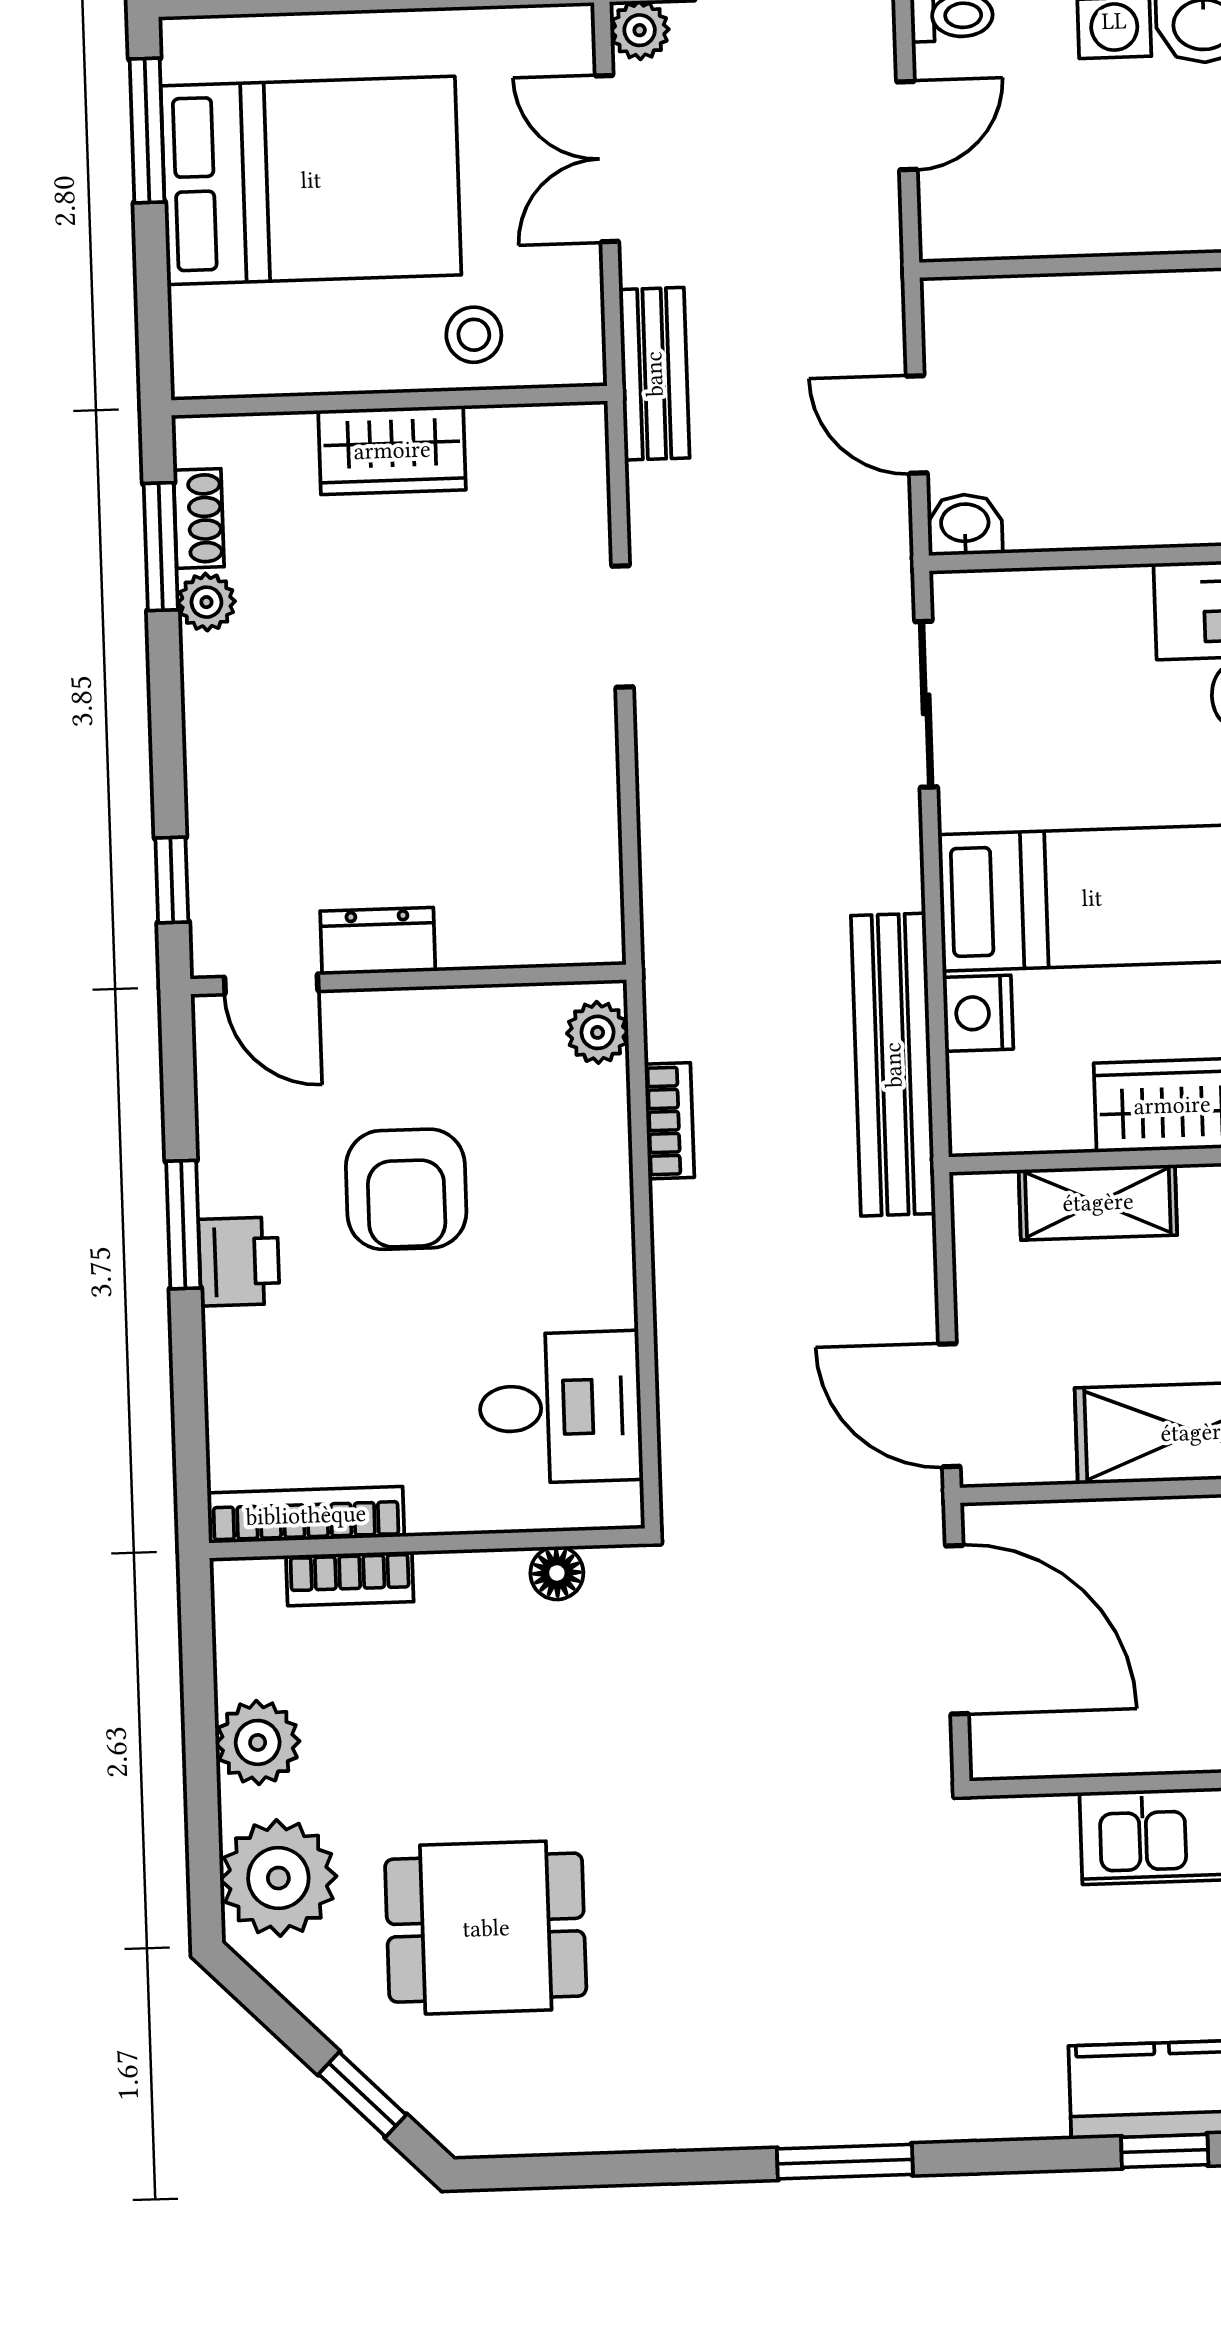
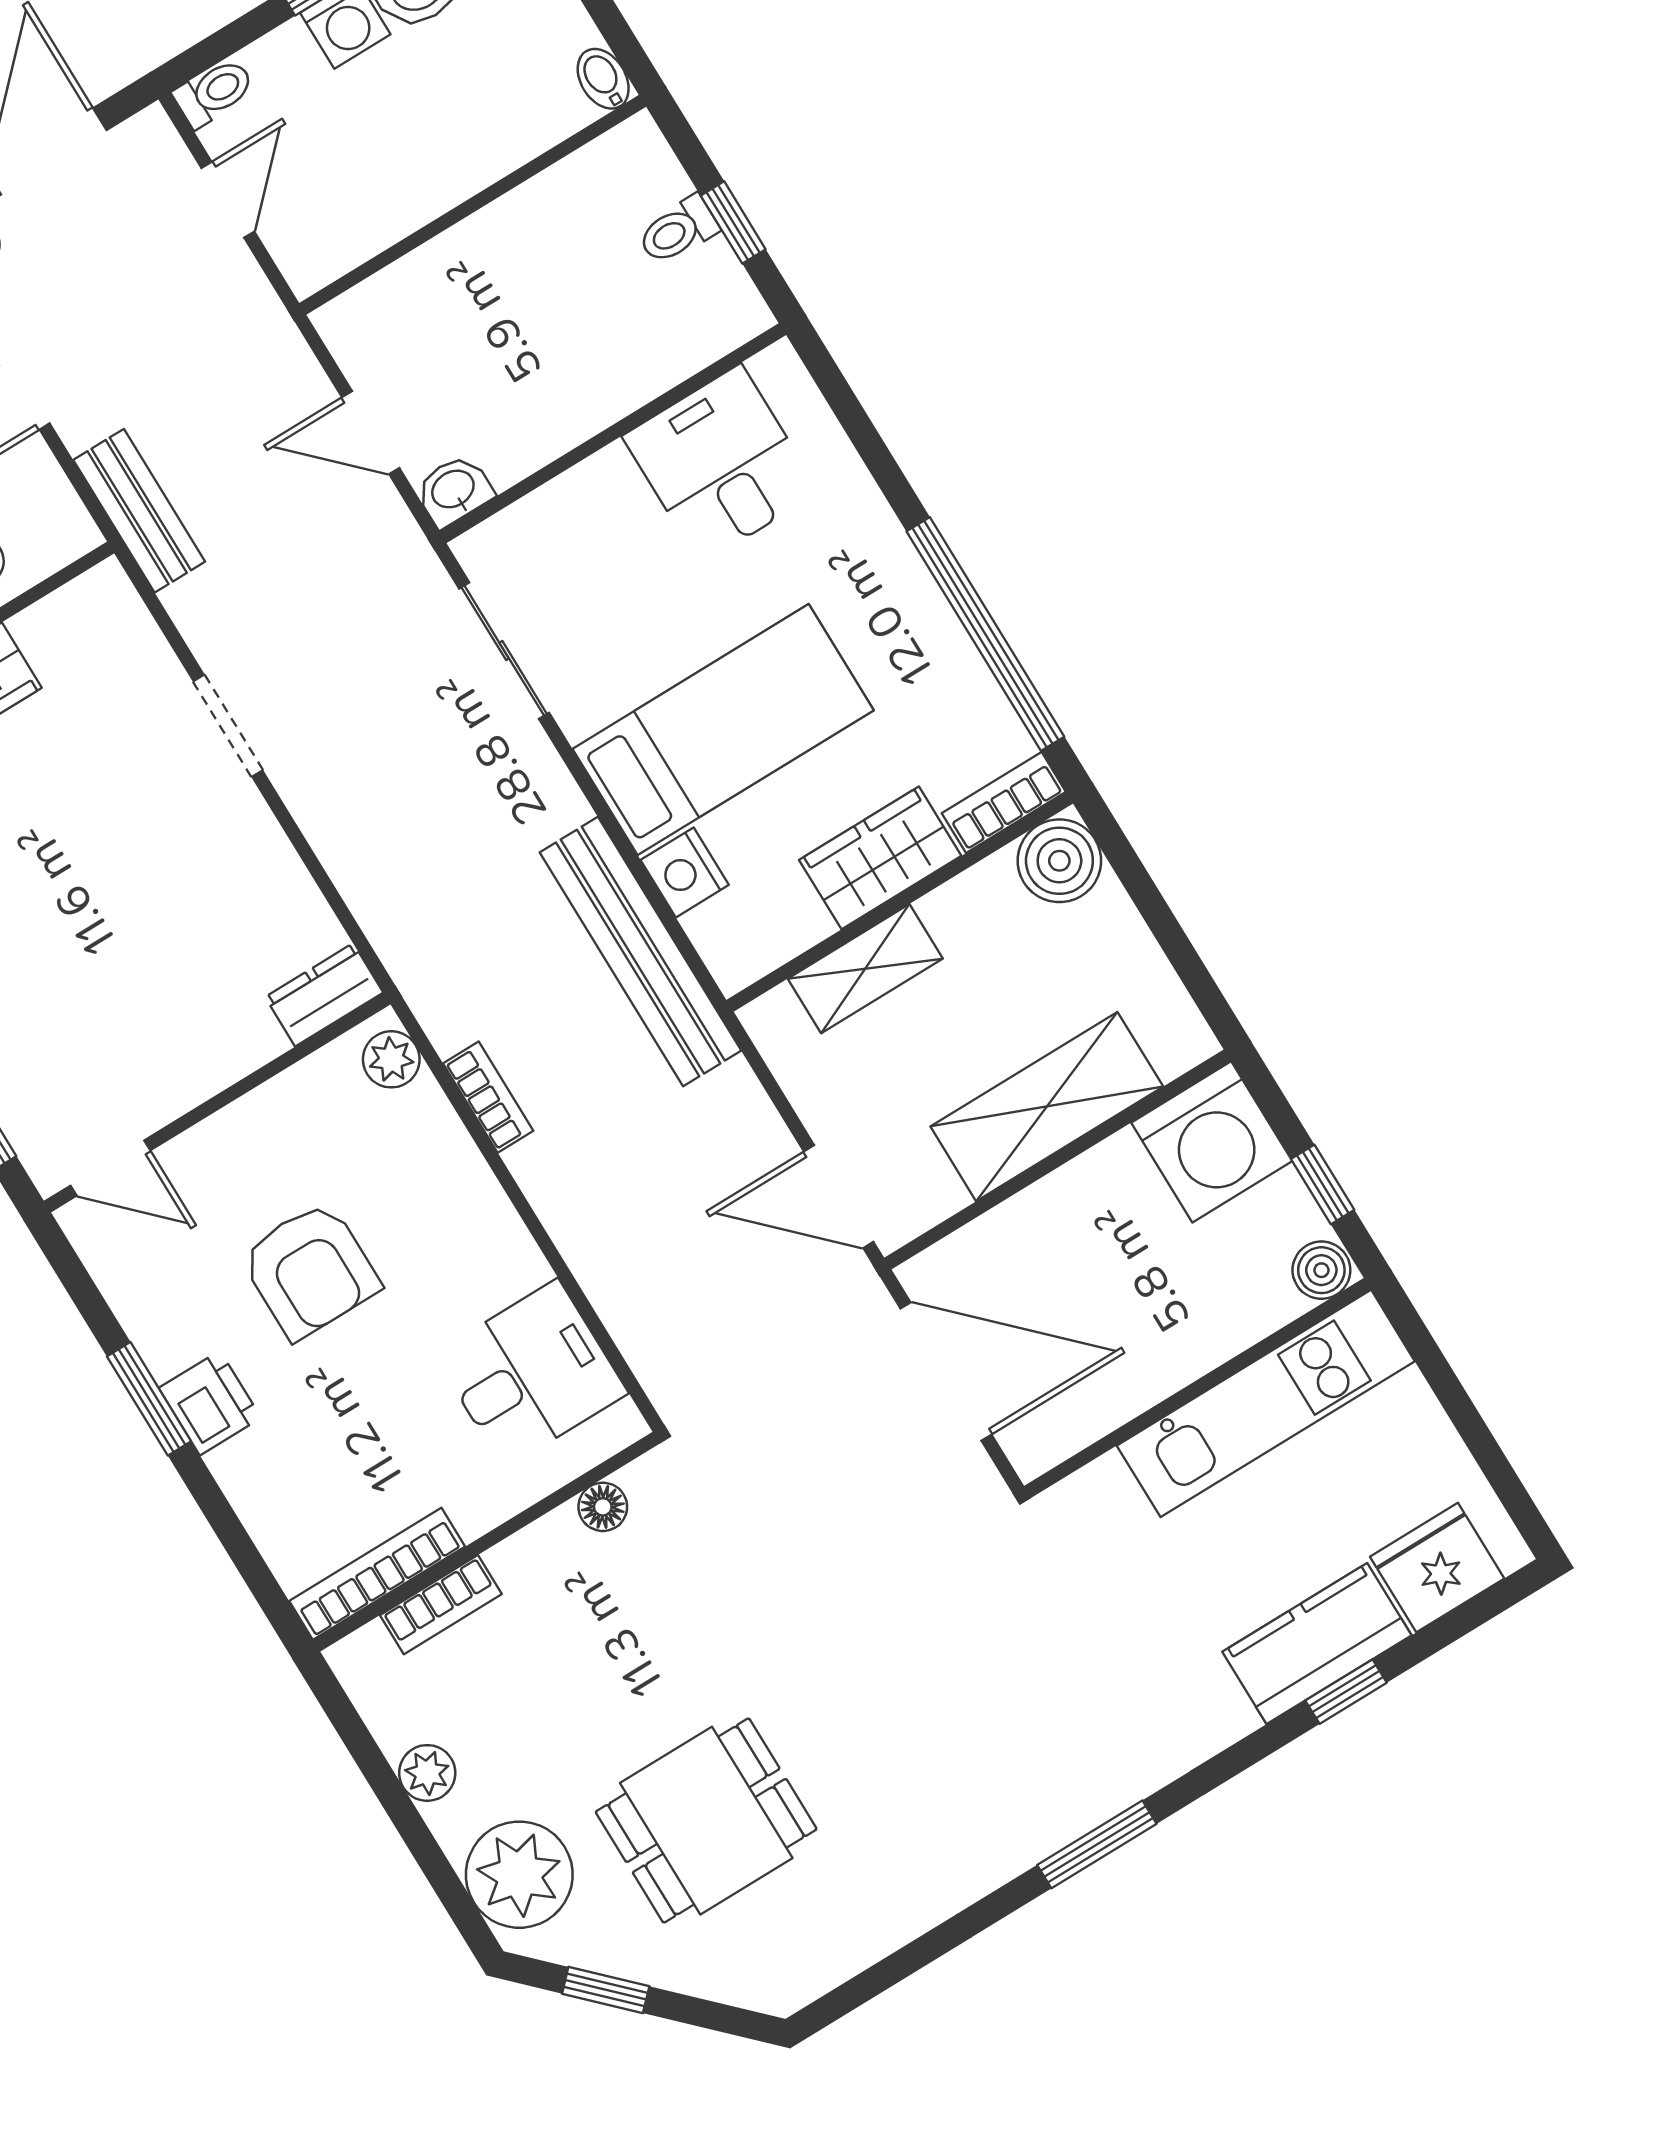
dresser: (378, 941) -> (324, 995), moved
plant: (258, 1742) -> (427, 1773), width x0.73, depth x0.73
window: (362, 2094) -> (606, 1990), moved

